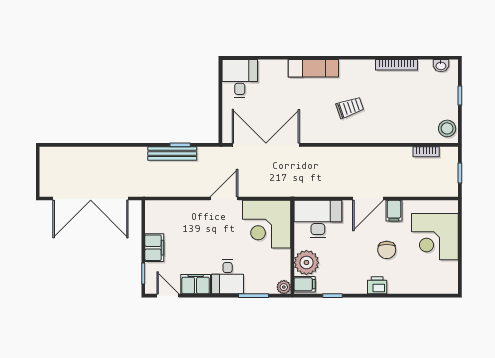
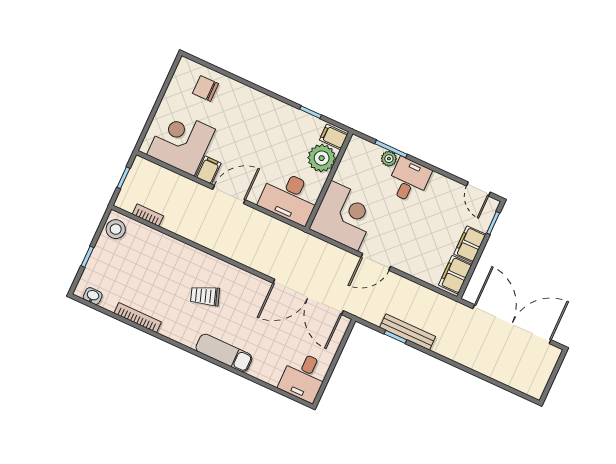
corner desk: (435, 237) -> (181, 142), moved, turned -90
chair: (387, 250) -> (206, 88), moved, turned -90
filing cabinet: (196, 284) -> (455, 275), moved, turned 90
printer: (377, 285) -> (260, 102), removed
plant: (284, 287) -> (389, 159), moved

